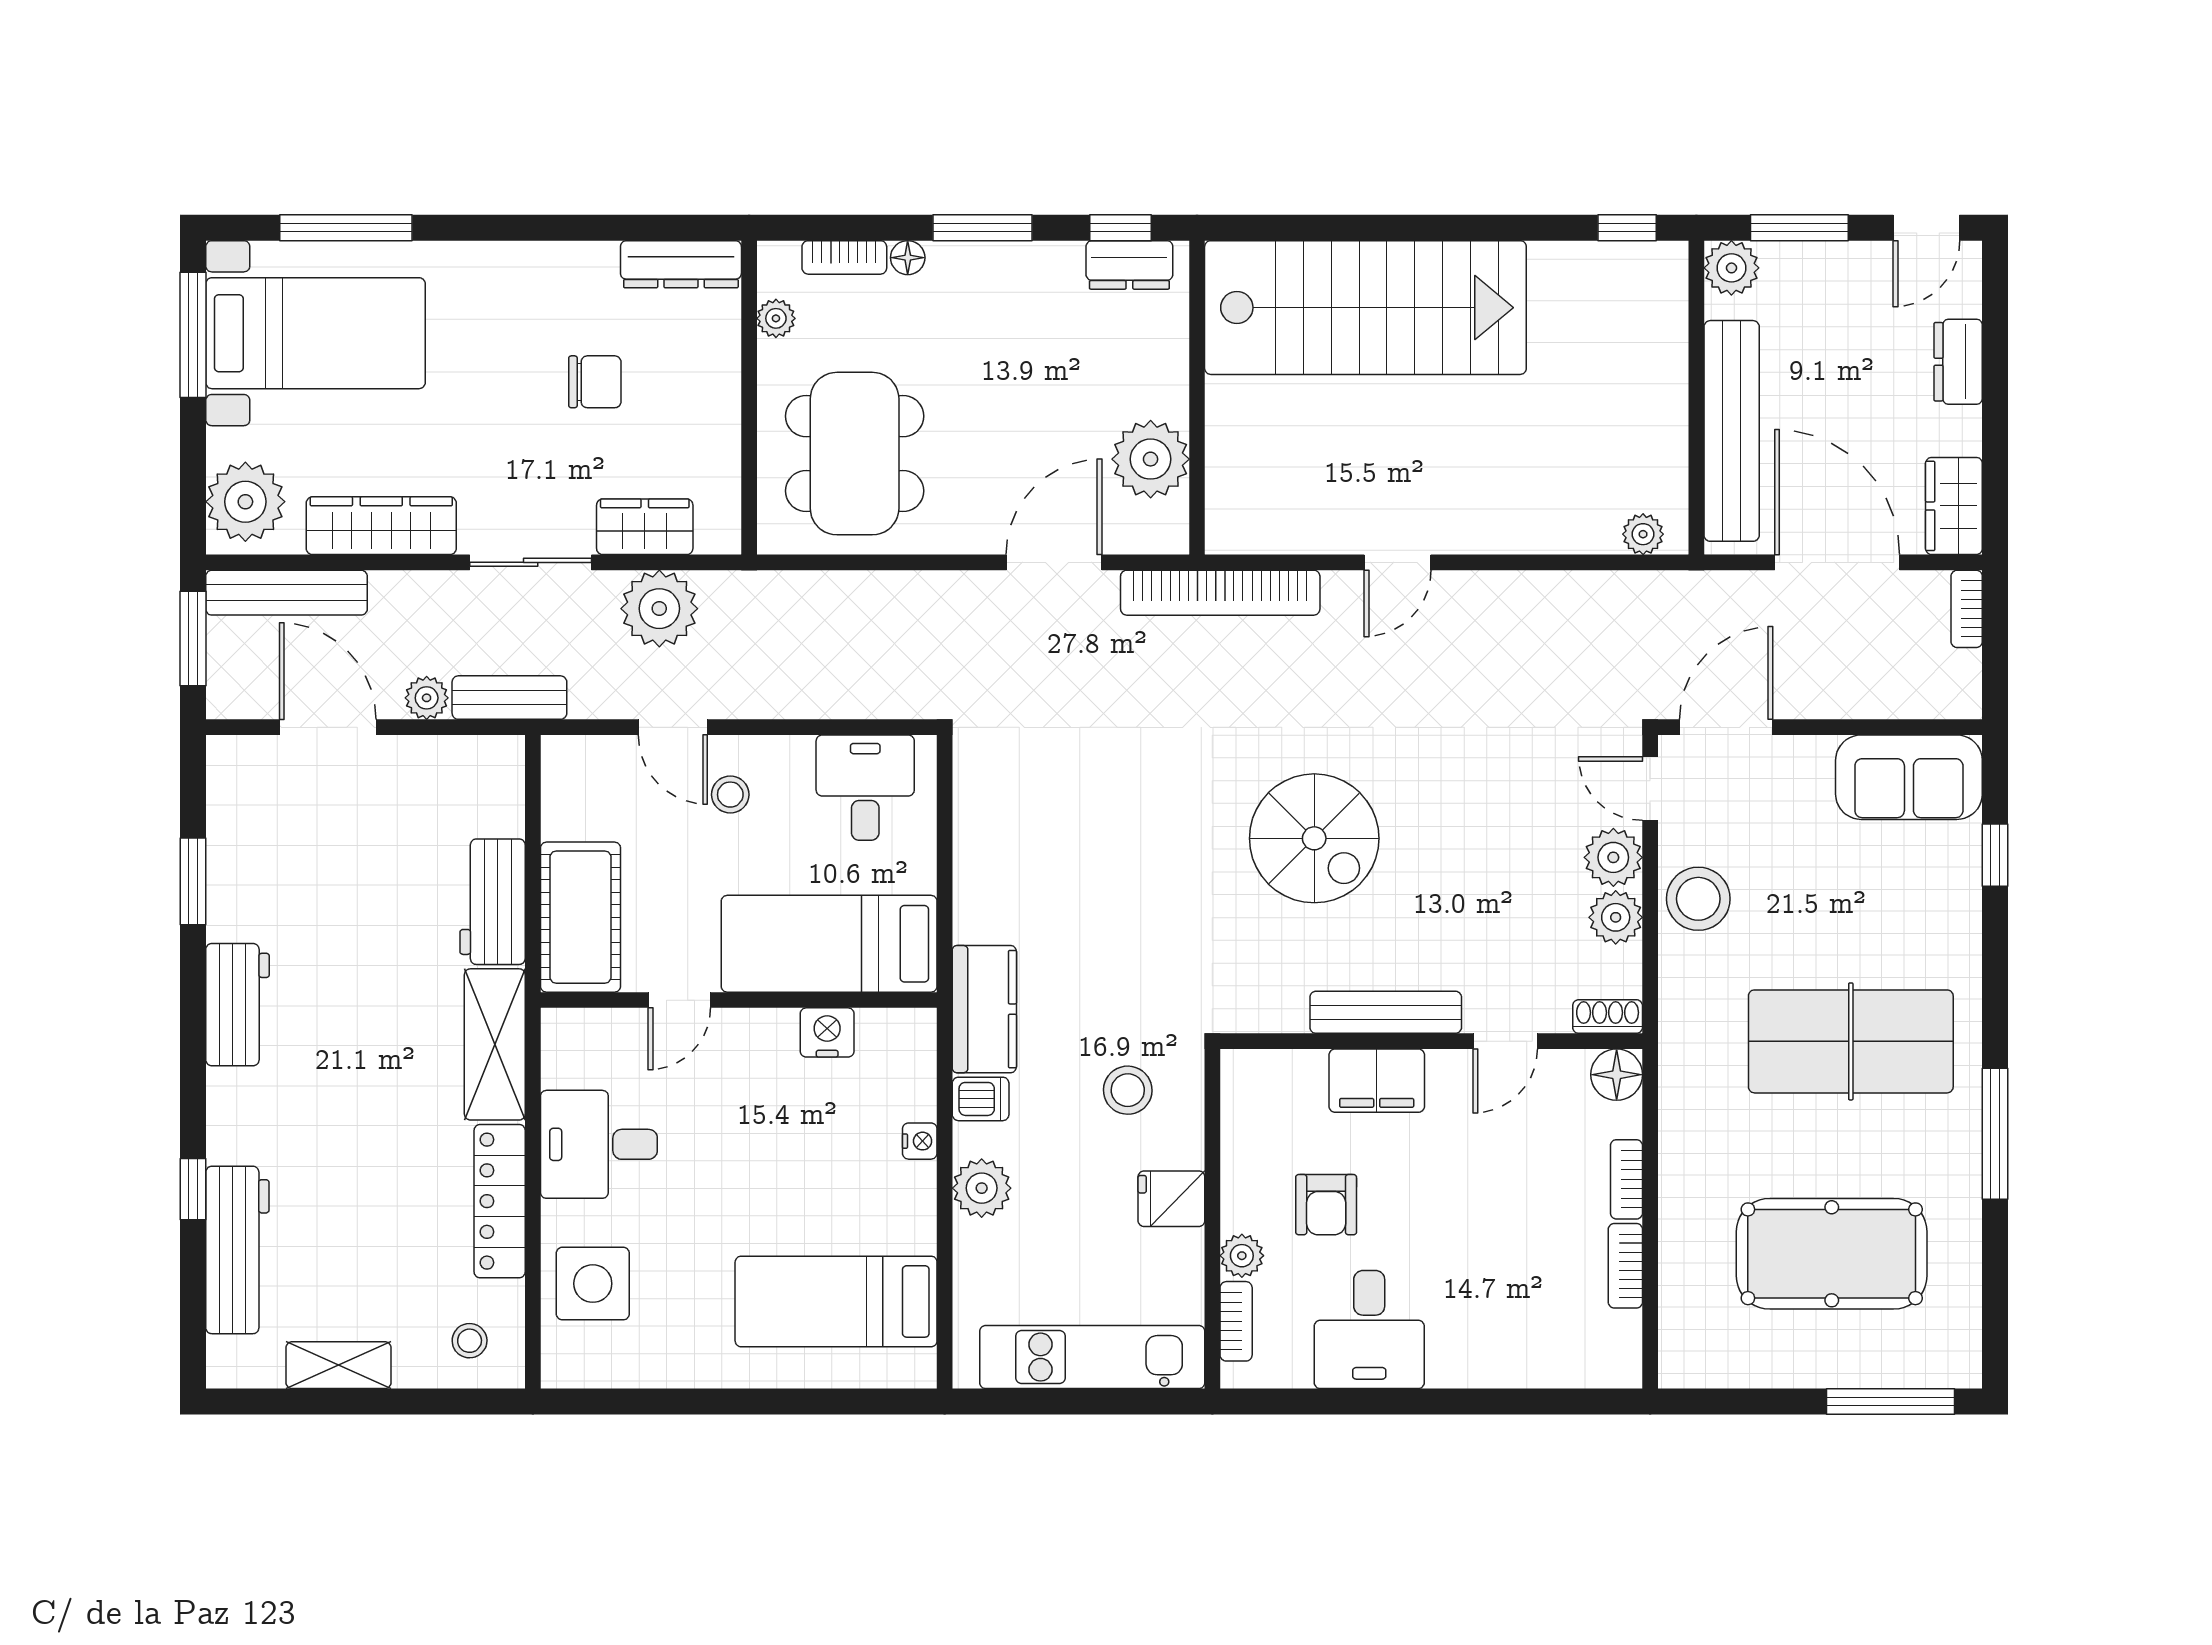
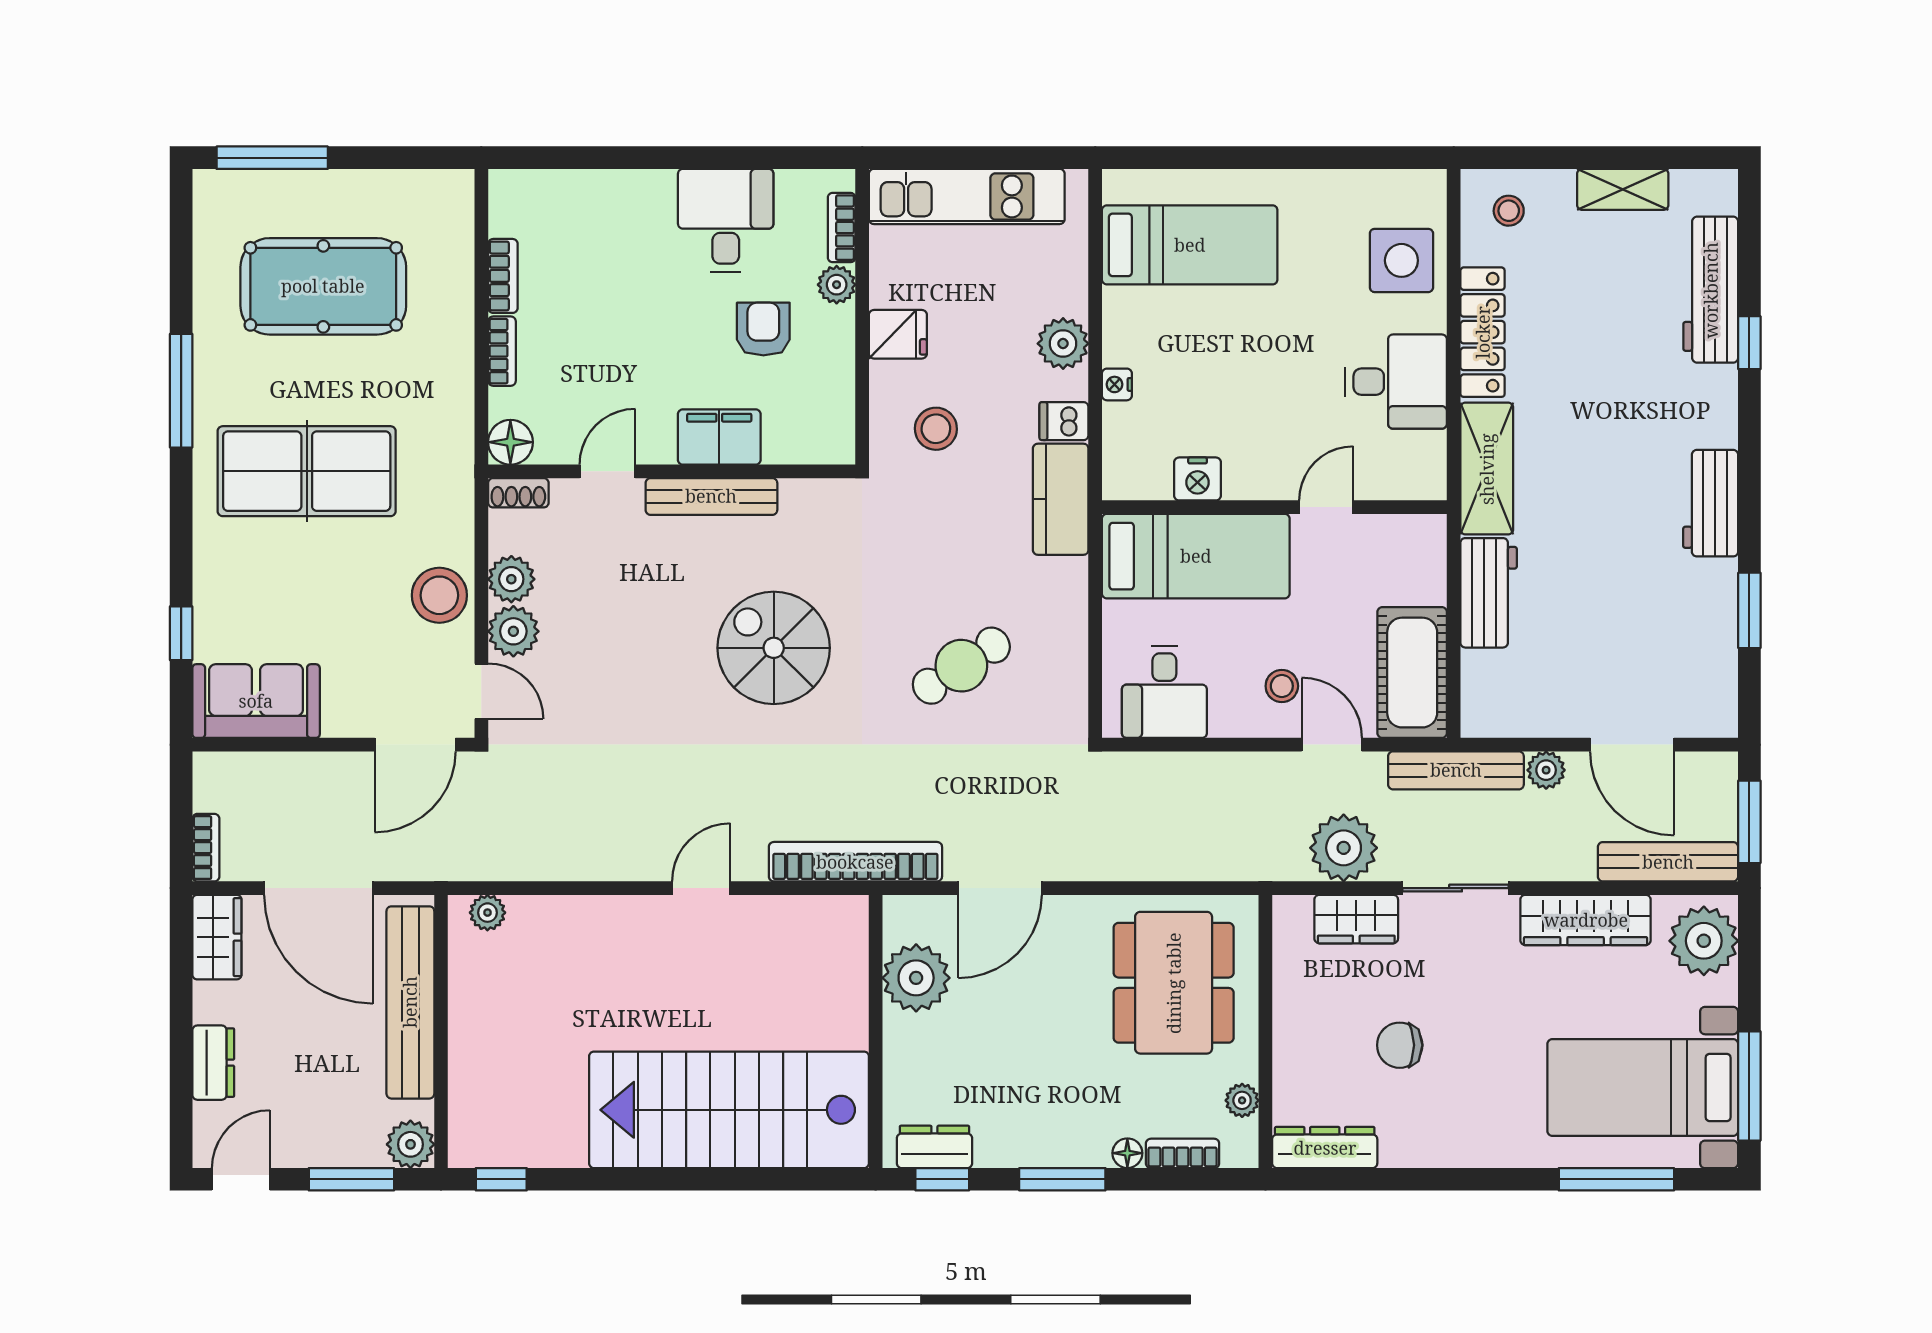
bench: (509, 698) -> (1456, 770), width x1.36
cafe table: (1098, 818) -> (961, 666), added
cot: (580, 917) -> (1412, 673), moved

